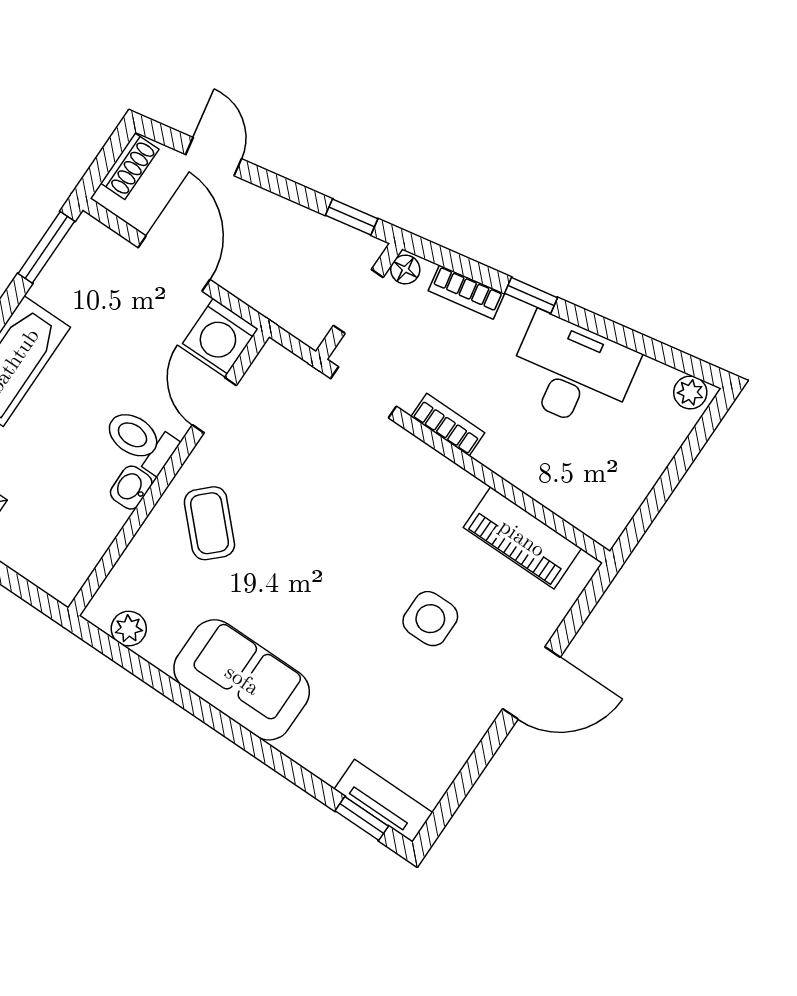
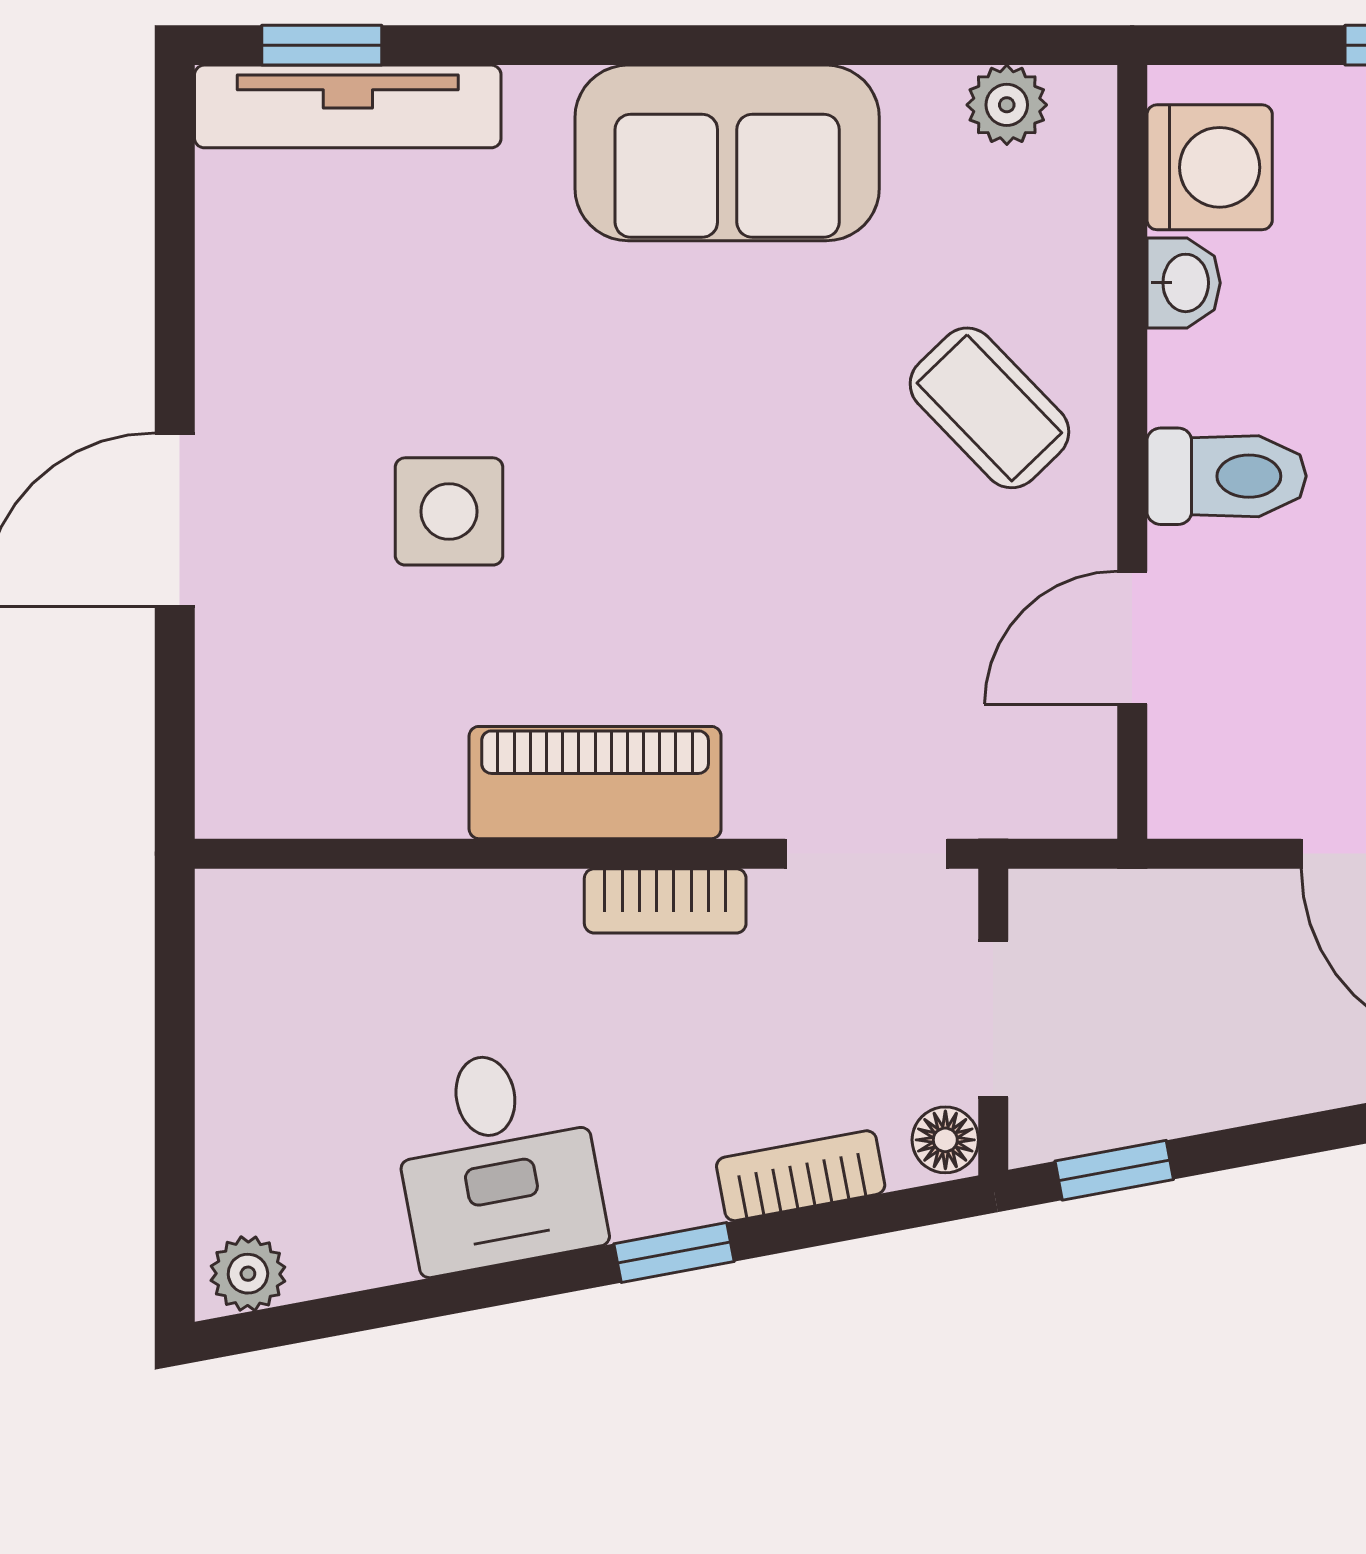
washing machine: (220, 336) -> (1210, 167), moved, turned 90
desk: (572, 372) -> (497, 1160), width x0.73
door: (214, 405) -> (1132, 638), swing flipped
washbasin: (131, 488) -> (1184, 283), moved
piano: (522, 538) -> (595, 783), moved
tv unit: (383, 801) -> (348, 106), width x1.41

